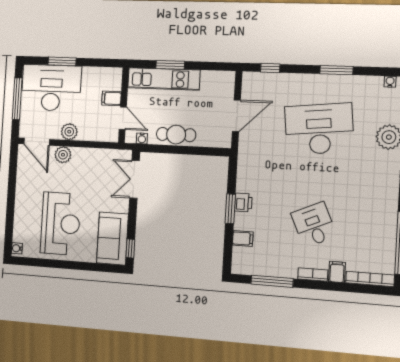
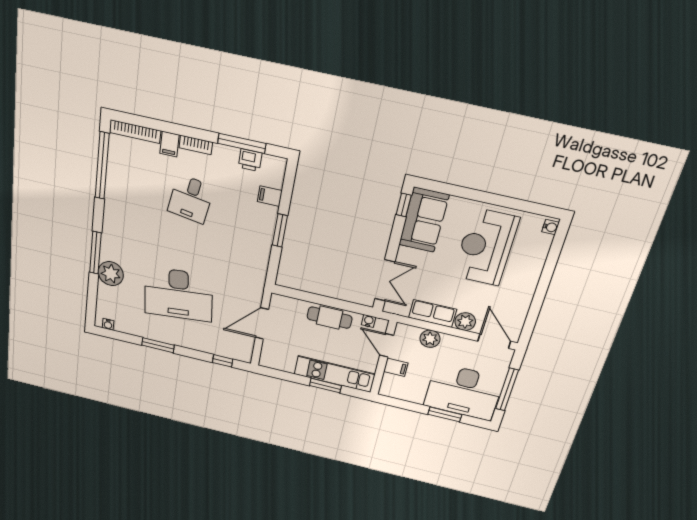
plant: (69, 132) -> (430, 339), moved
row of seats: (90, 157) -> (433, 313), added
printer: (243, 202) -> (250, 160), moved, turned -90
desk: (314, 225) -> (191, 199), turned 33

